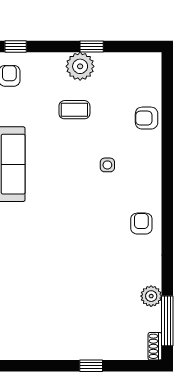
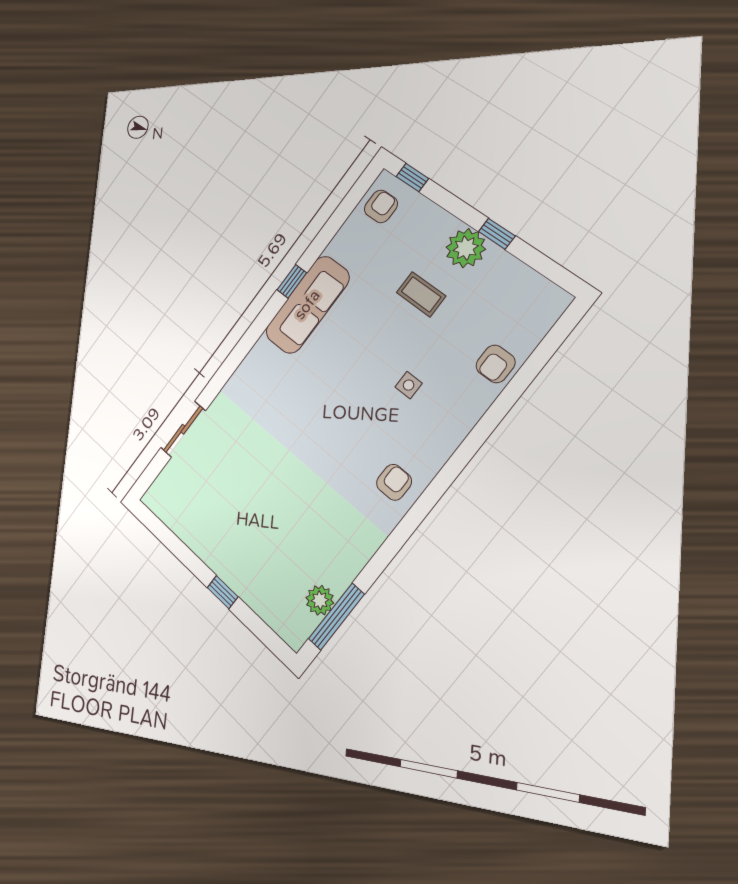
armchair: (147, 118) -> (496, 364), turned -90
plant: (151, 296) -> (320, 600), moved
shoe rack: (155, 346) -> (302, 632), removed

